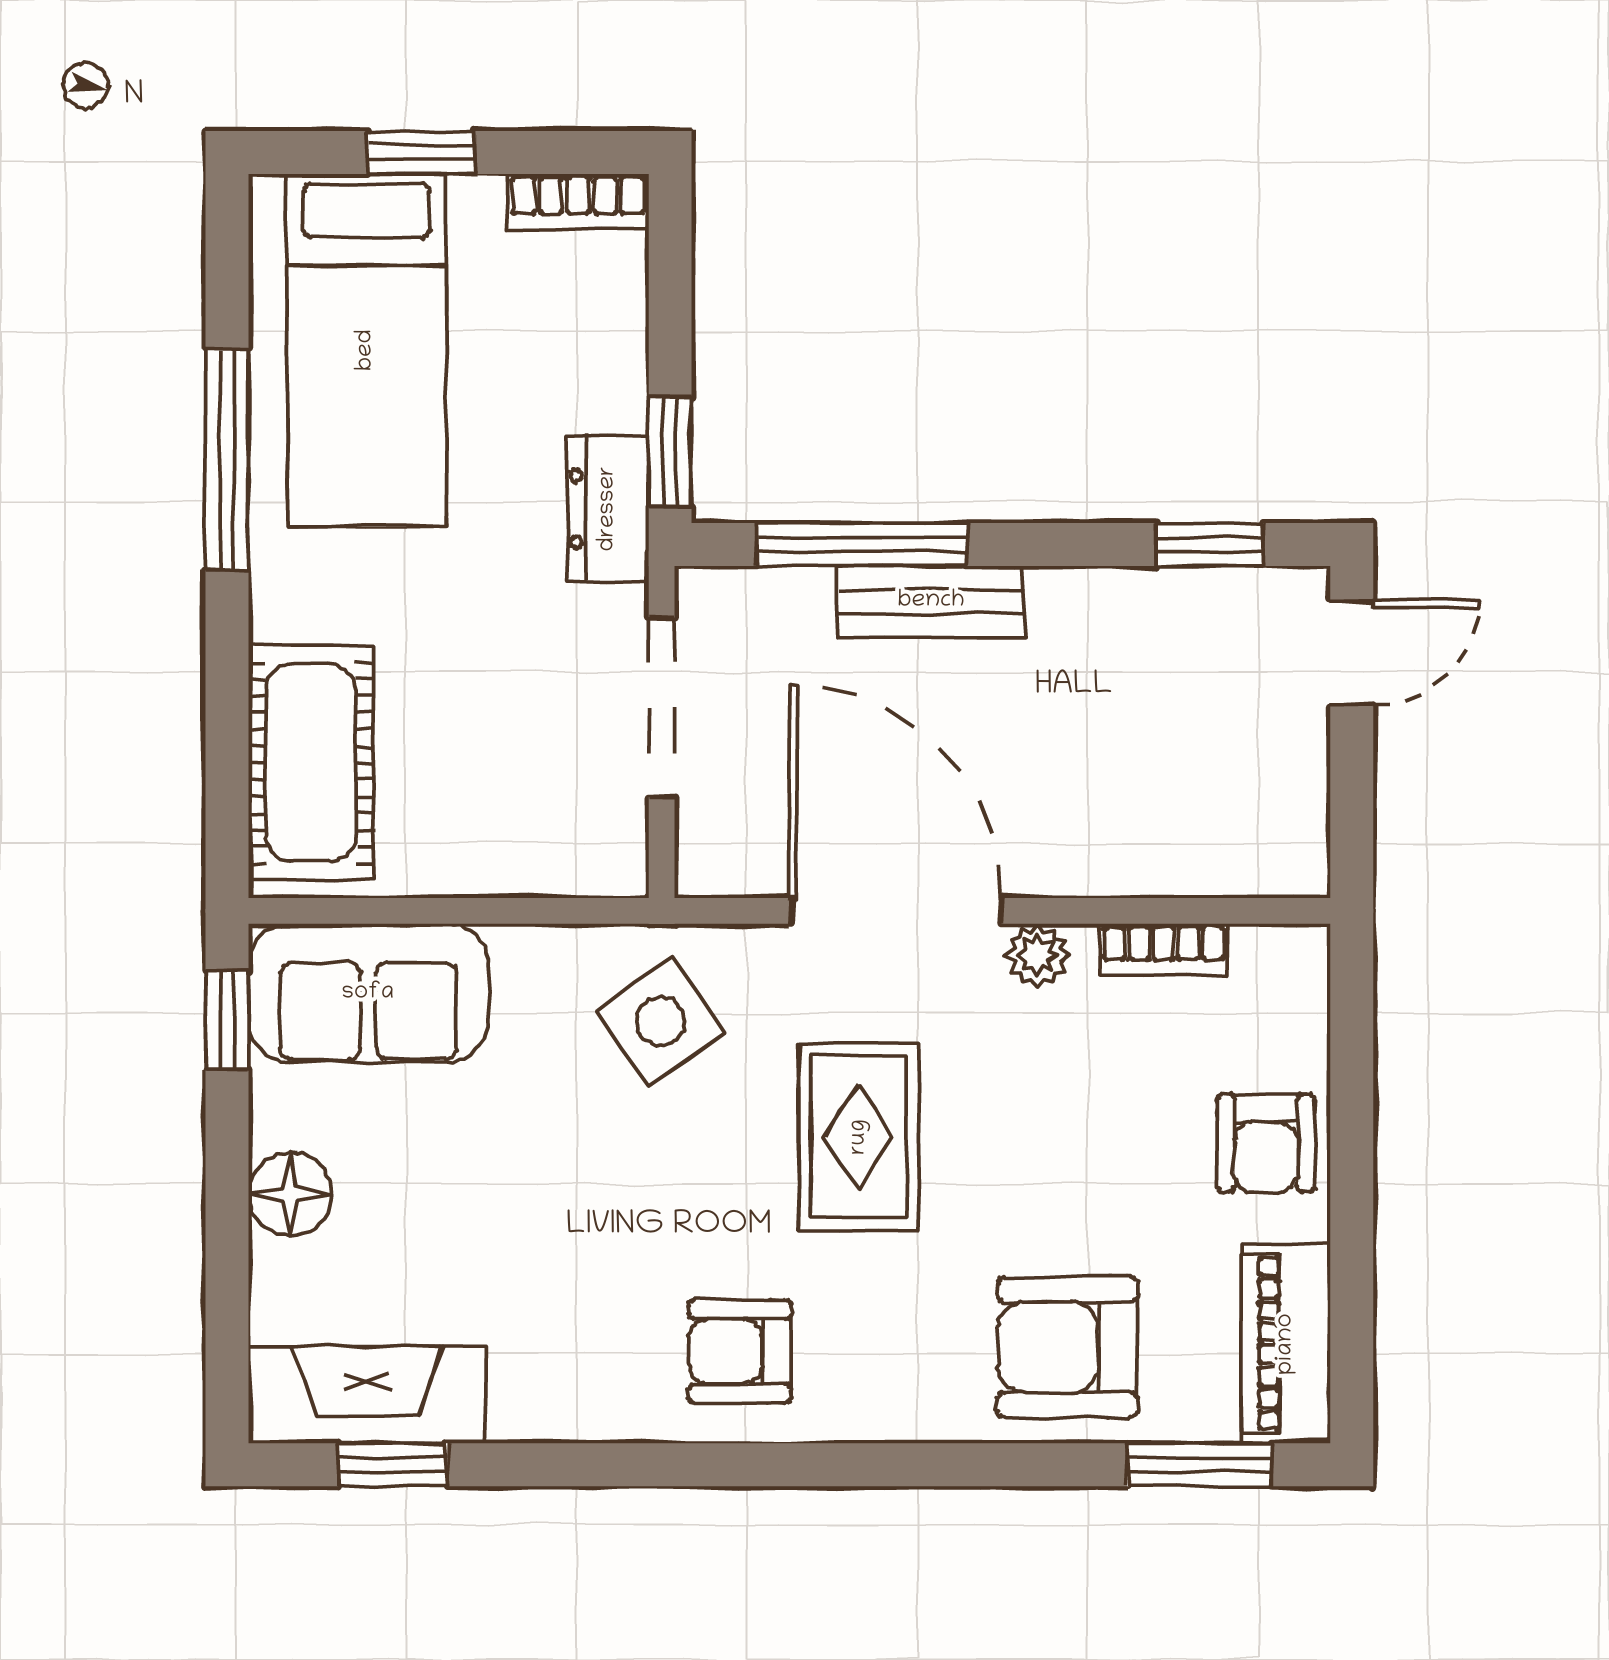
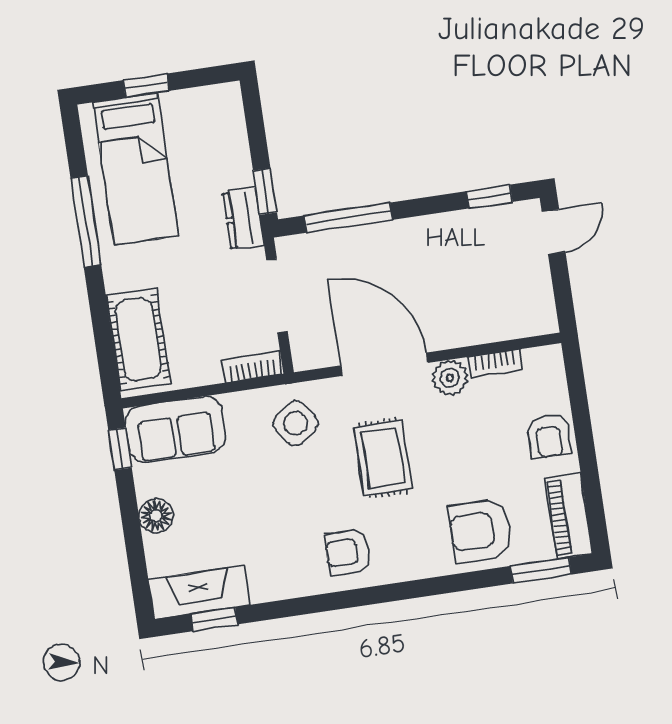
bookcase: (578, 202) -> (252, 367), moved, turned 180
bench: (931, 601) -> (380, 237), removed
plant: (1037, 955) -> (450, 378), width x1.38, depth x1.38

